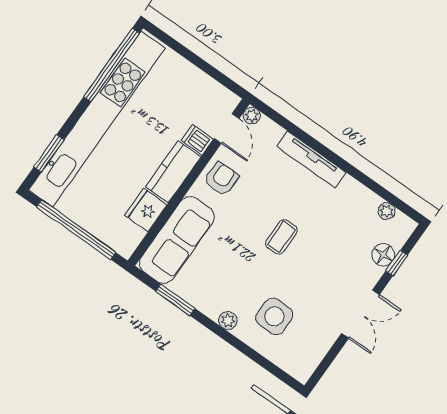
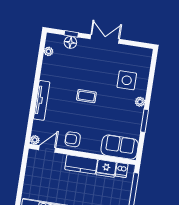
dishwasher: (197, 140) -> (122, 170), moved
sofa: (177, 240) -> (120, 147), width x0.73
window: (175, 300) -> (144, 121), moved

